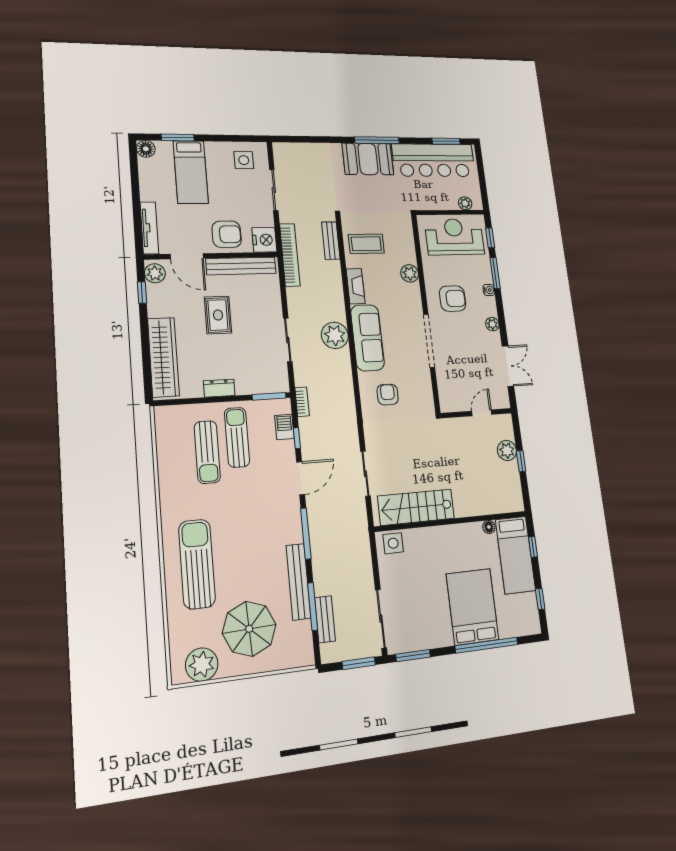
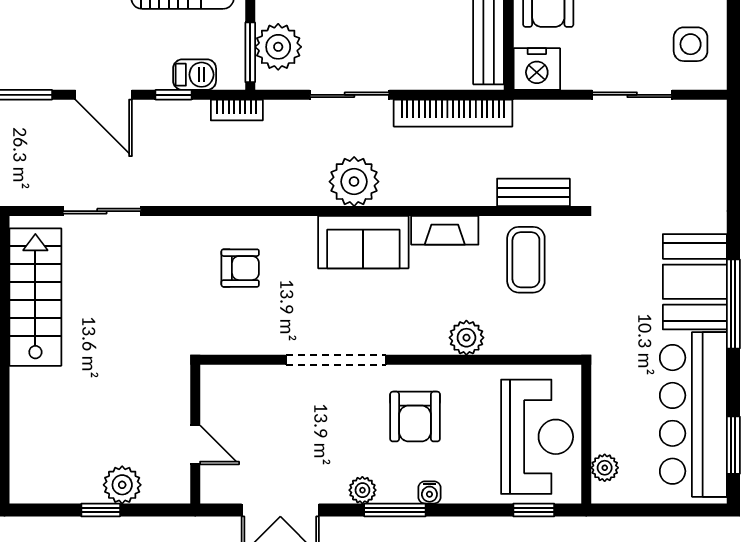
bookcase: (290, 255) -> (453, 113), moved
window: (495, 273) -> (395, 510), moved
sofa: (367, 338) -> (363, 242), width x0.73
plant: (265, 381) -> (278, 47), added

